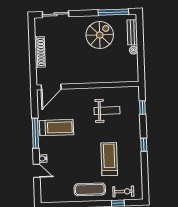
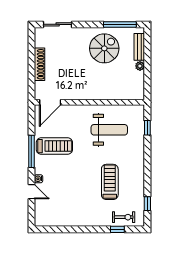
weight bench: (107, 111) -> (109, 130), width x1.36, depth x1.33
window: (144, 145) -> (147, 204), moved
exercise mat: (90, 189) -> (88, 214), removed

